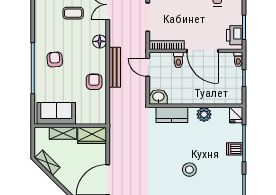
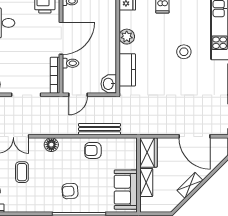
bench: (115, 67) -> (99, 129), moved
shelving: (47, 163) -> (190, 185), moved

